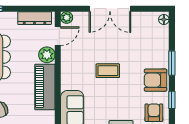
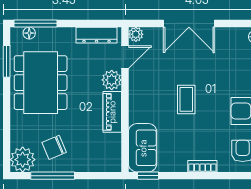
coffee table: (108, 71) -> (186, 99), turned 90
piano: (45, 87) -> (112, 112), width x0.73, depth x0.75

